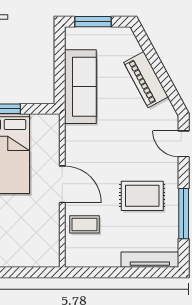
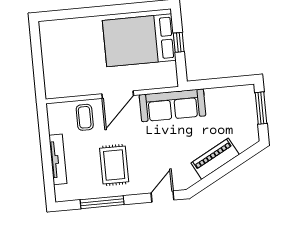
sofa: (80, 87) -> (173, 105), moved
tv unit: (150, 260) -> (58, 159), moved

